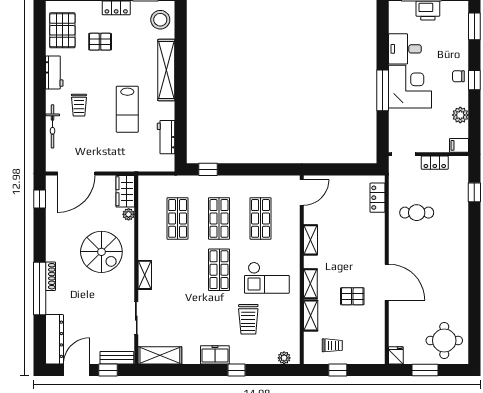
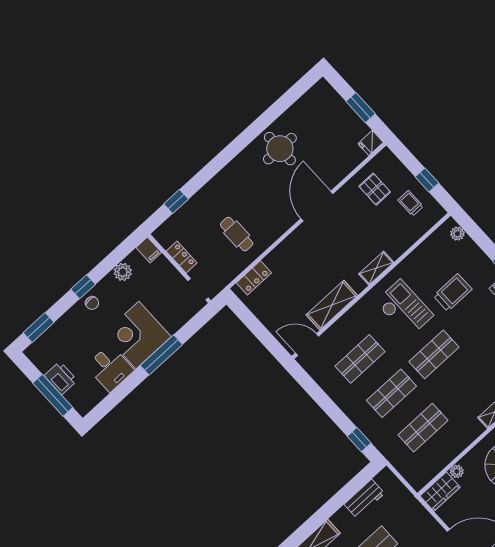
shelving: (310, 240) -> (332, 305), width x1.50, depth x1.33
pallet: (352, 296) -> (375, 189), moved
shelving: (311, 316) -> (402, 244), removed
round table: (444, 341) -> (280, 149), moved

